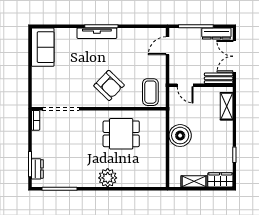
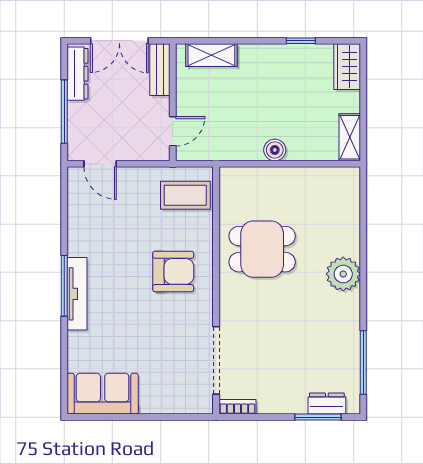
armchair: (109, 85) -> (173, 271), turned 46
dining table: (121, 134) -> (262, 249), turned 90
boiler: (180, 136) -> (275, 150), width x0.54, depth x0.54
shelving: (194, 181) -> (350, 137), moved

